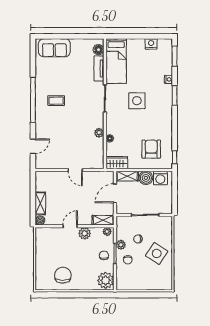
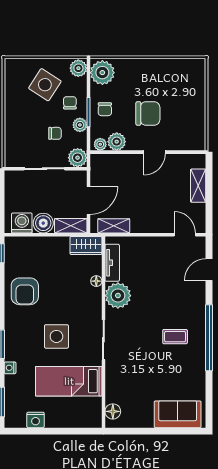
bed: (116, 61) -> (69, 381), moved, turned -90
tv unit: (99, 68) -> (112, 263), moved
plant: (99, 133) -> (118, 296), width x1.87, depth x1.87
armchair: (151, 149) -> (25, 291), moved
door: (75, 170) -> (185, 235), moved
boiler: (40, 220) -> (199, 161), removed
shelving: (103, 220) -> (114, 226), moved
plant: (122, 222) -> (78, 158), added
plant: (85, 233) -> (117, 142), moved
side table: (157, 253) -> (45, 85), moved
chair: (63, 275) -> (148, 113), moved, turned -90
plant: (122, 283) -> (78, 68), added

